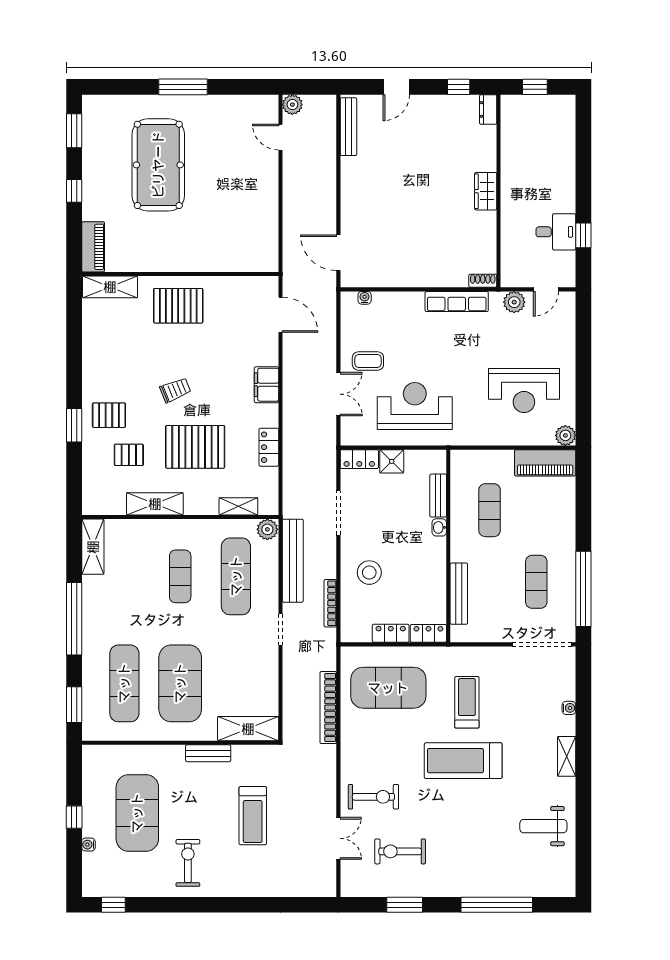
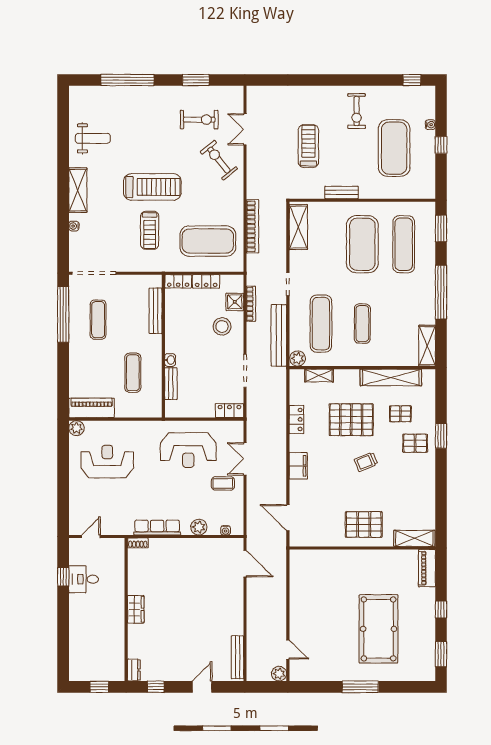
plant: (514, 302) -> (199, 527), moved
shower: (392, 461) -> (235, 302), moved
shelving: (155, 504) -> (391, 377), width x1.47
shelving: (248, 729) -> (298, 227), moved, turned 90
shelving: (567, 756) -> (78, 190), width x1.50, depth x1.33
exercise bike: (373, 797) -> (219, 160), turned 51

